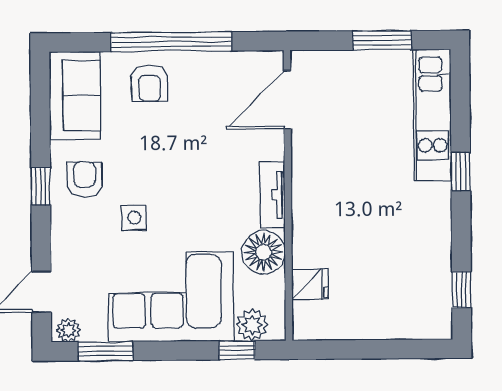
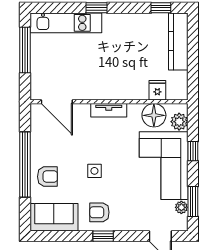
window: (382, 40) -> (25, 50), width x1.44
side table: (134, 218) -> (94, 171), moved
floor lamp: (263, 252) -> (154, 115), moved
kitchen counter: (400, 322) -> (178, 41), added
plant: (69, 330) -> (181, 207), moved
window: (237, 350) -> (193, 151), moved

